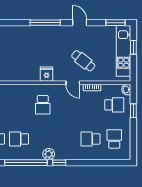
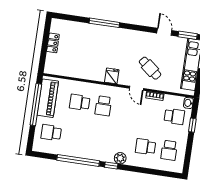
window: (45, 23) -> (104, 23), moved
door: (80, 23) -> (164, 32), moved
school desk: (19, 139) -> (80, 102), moved
school desk: (114, 139) -> (169, 150), turned 180
plant: (49, 154) -> (120, 158), moved

